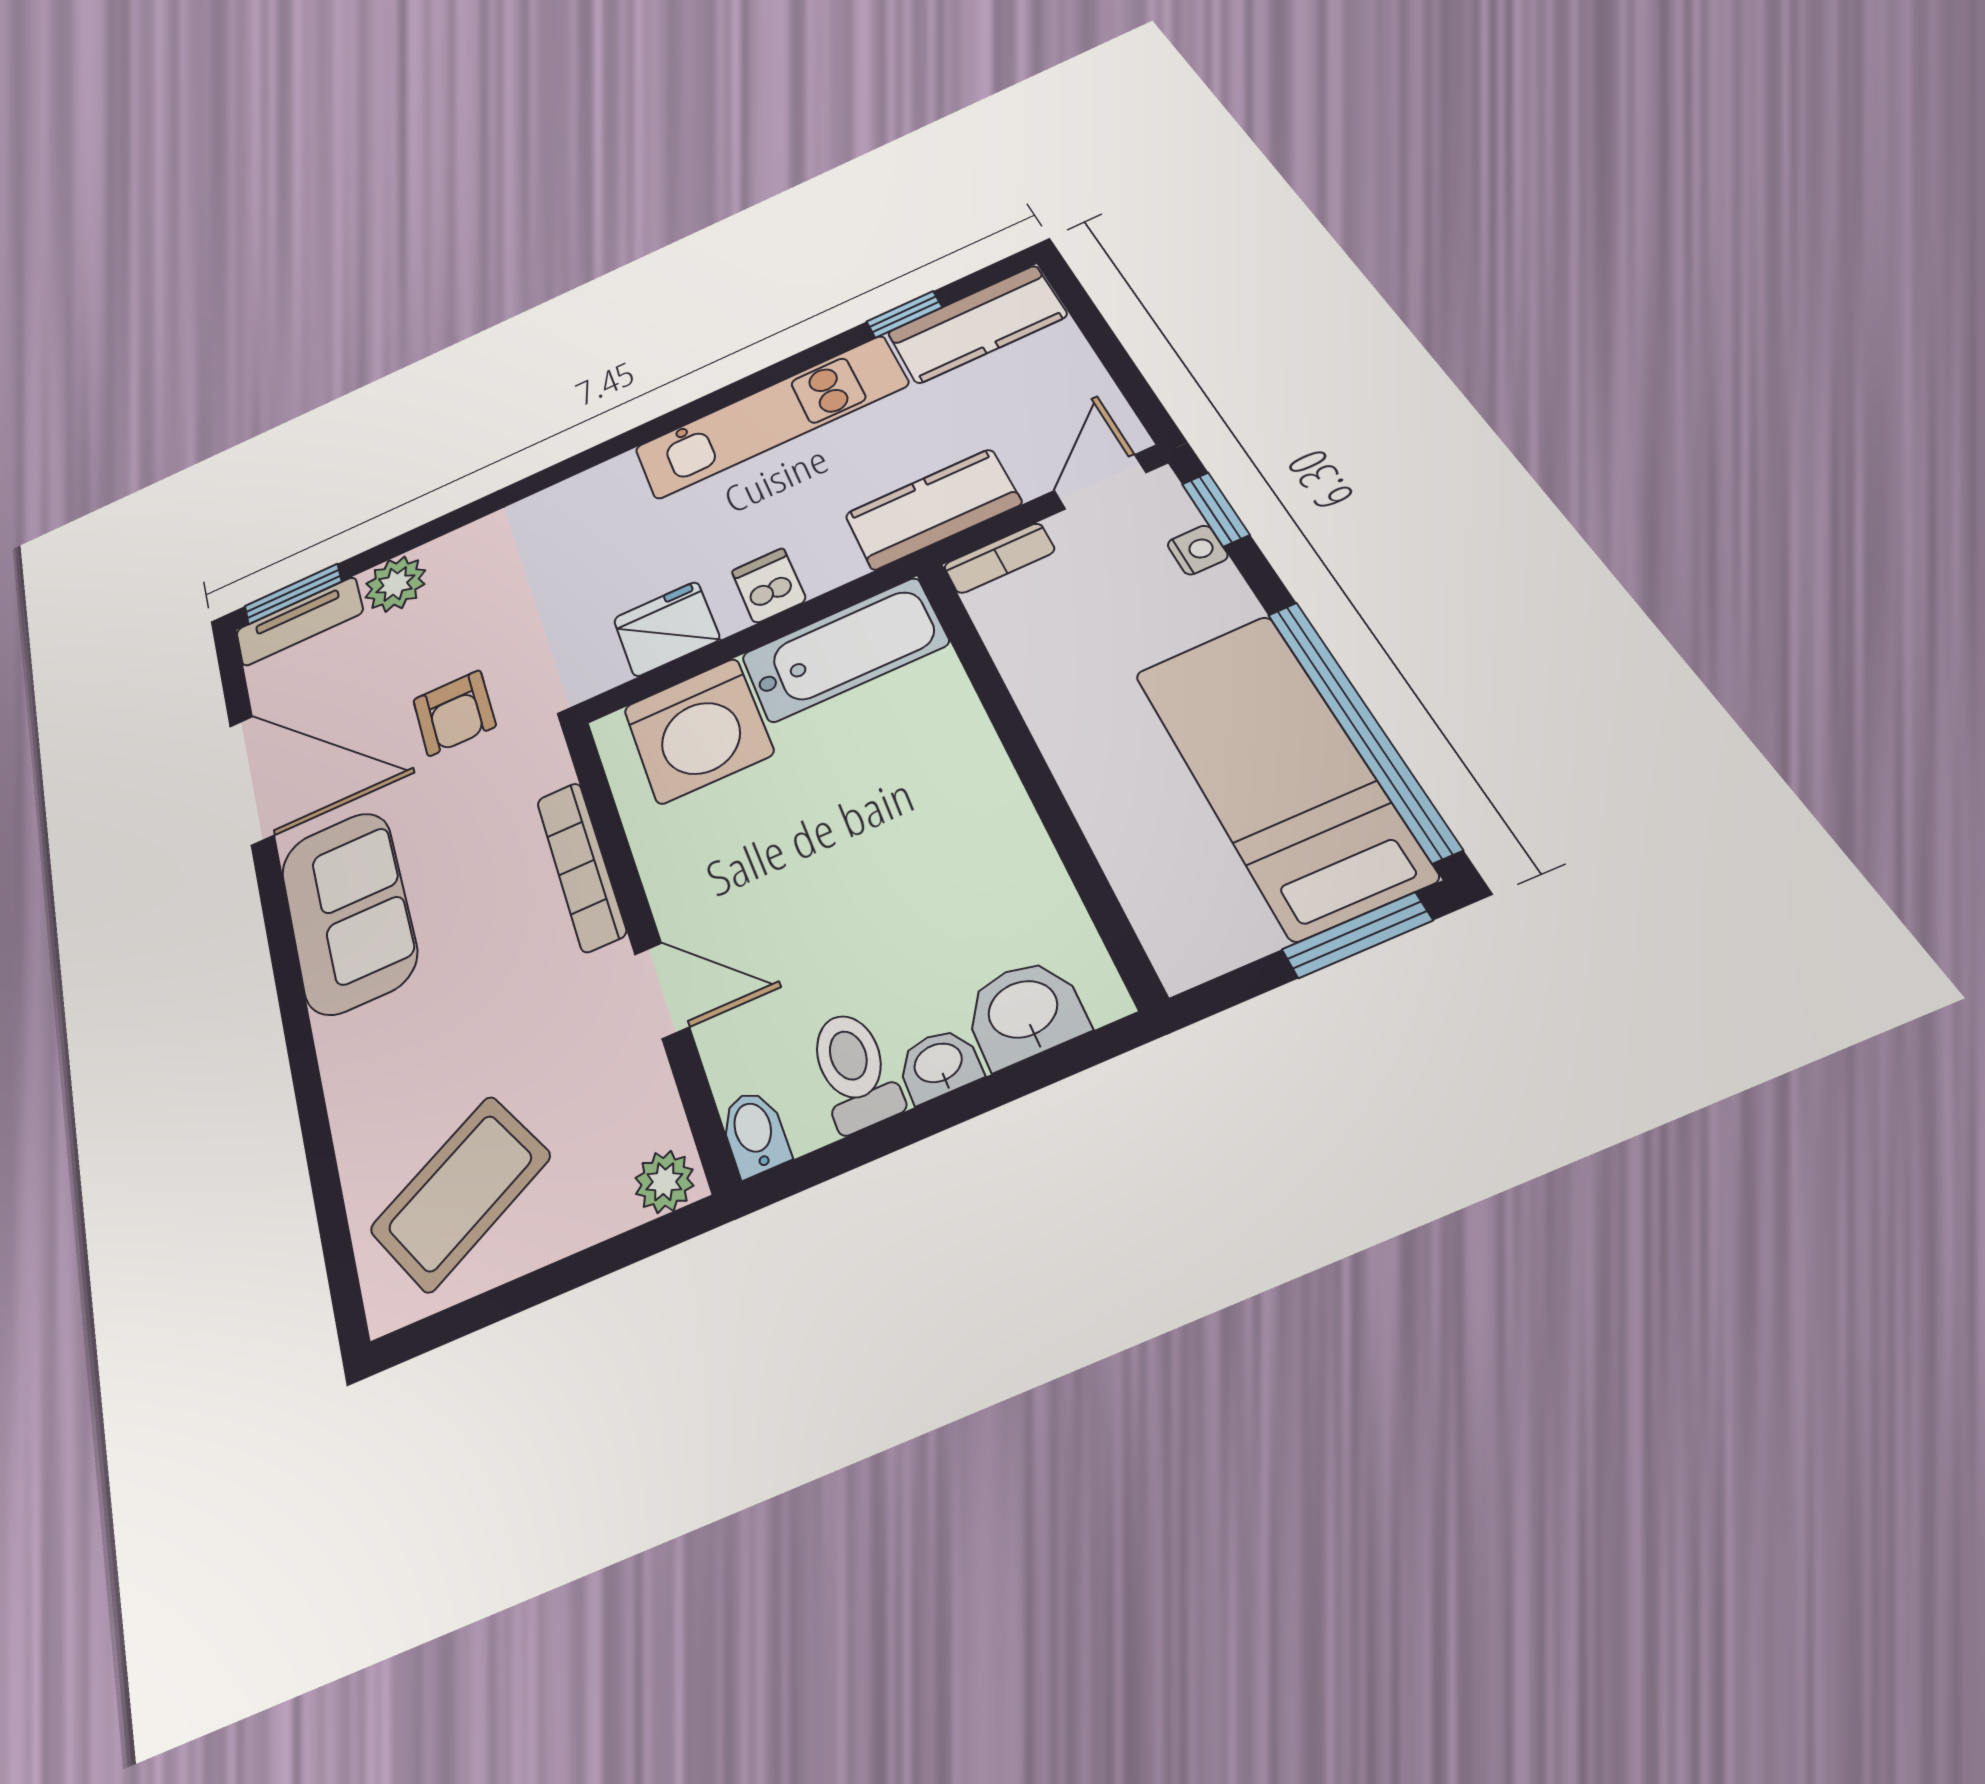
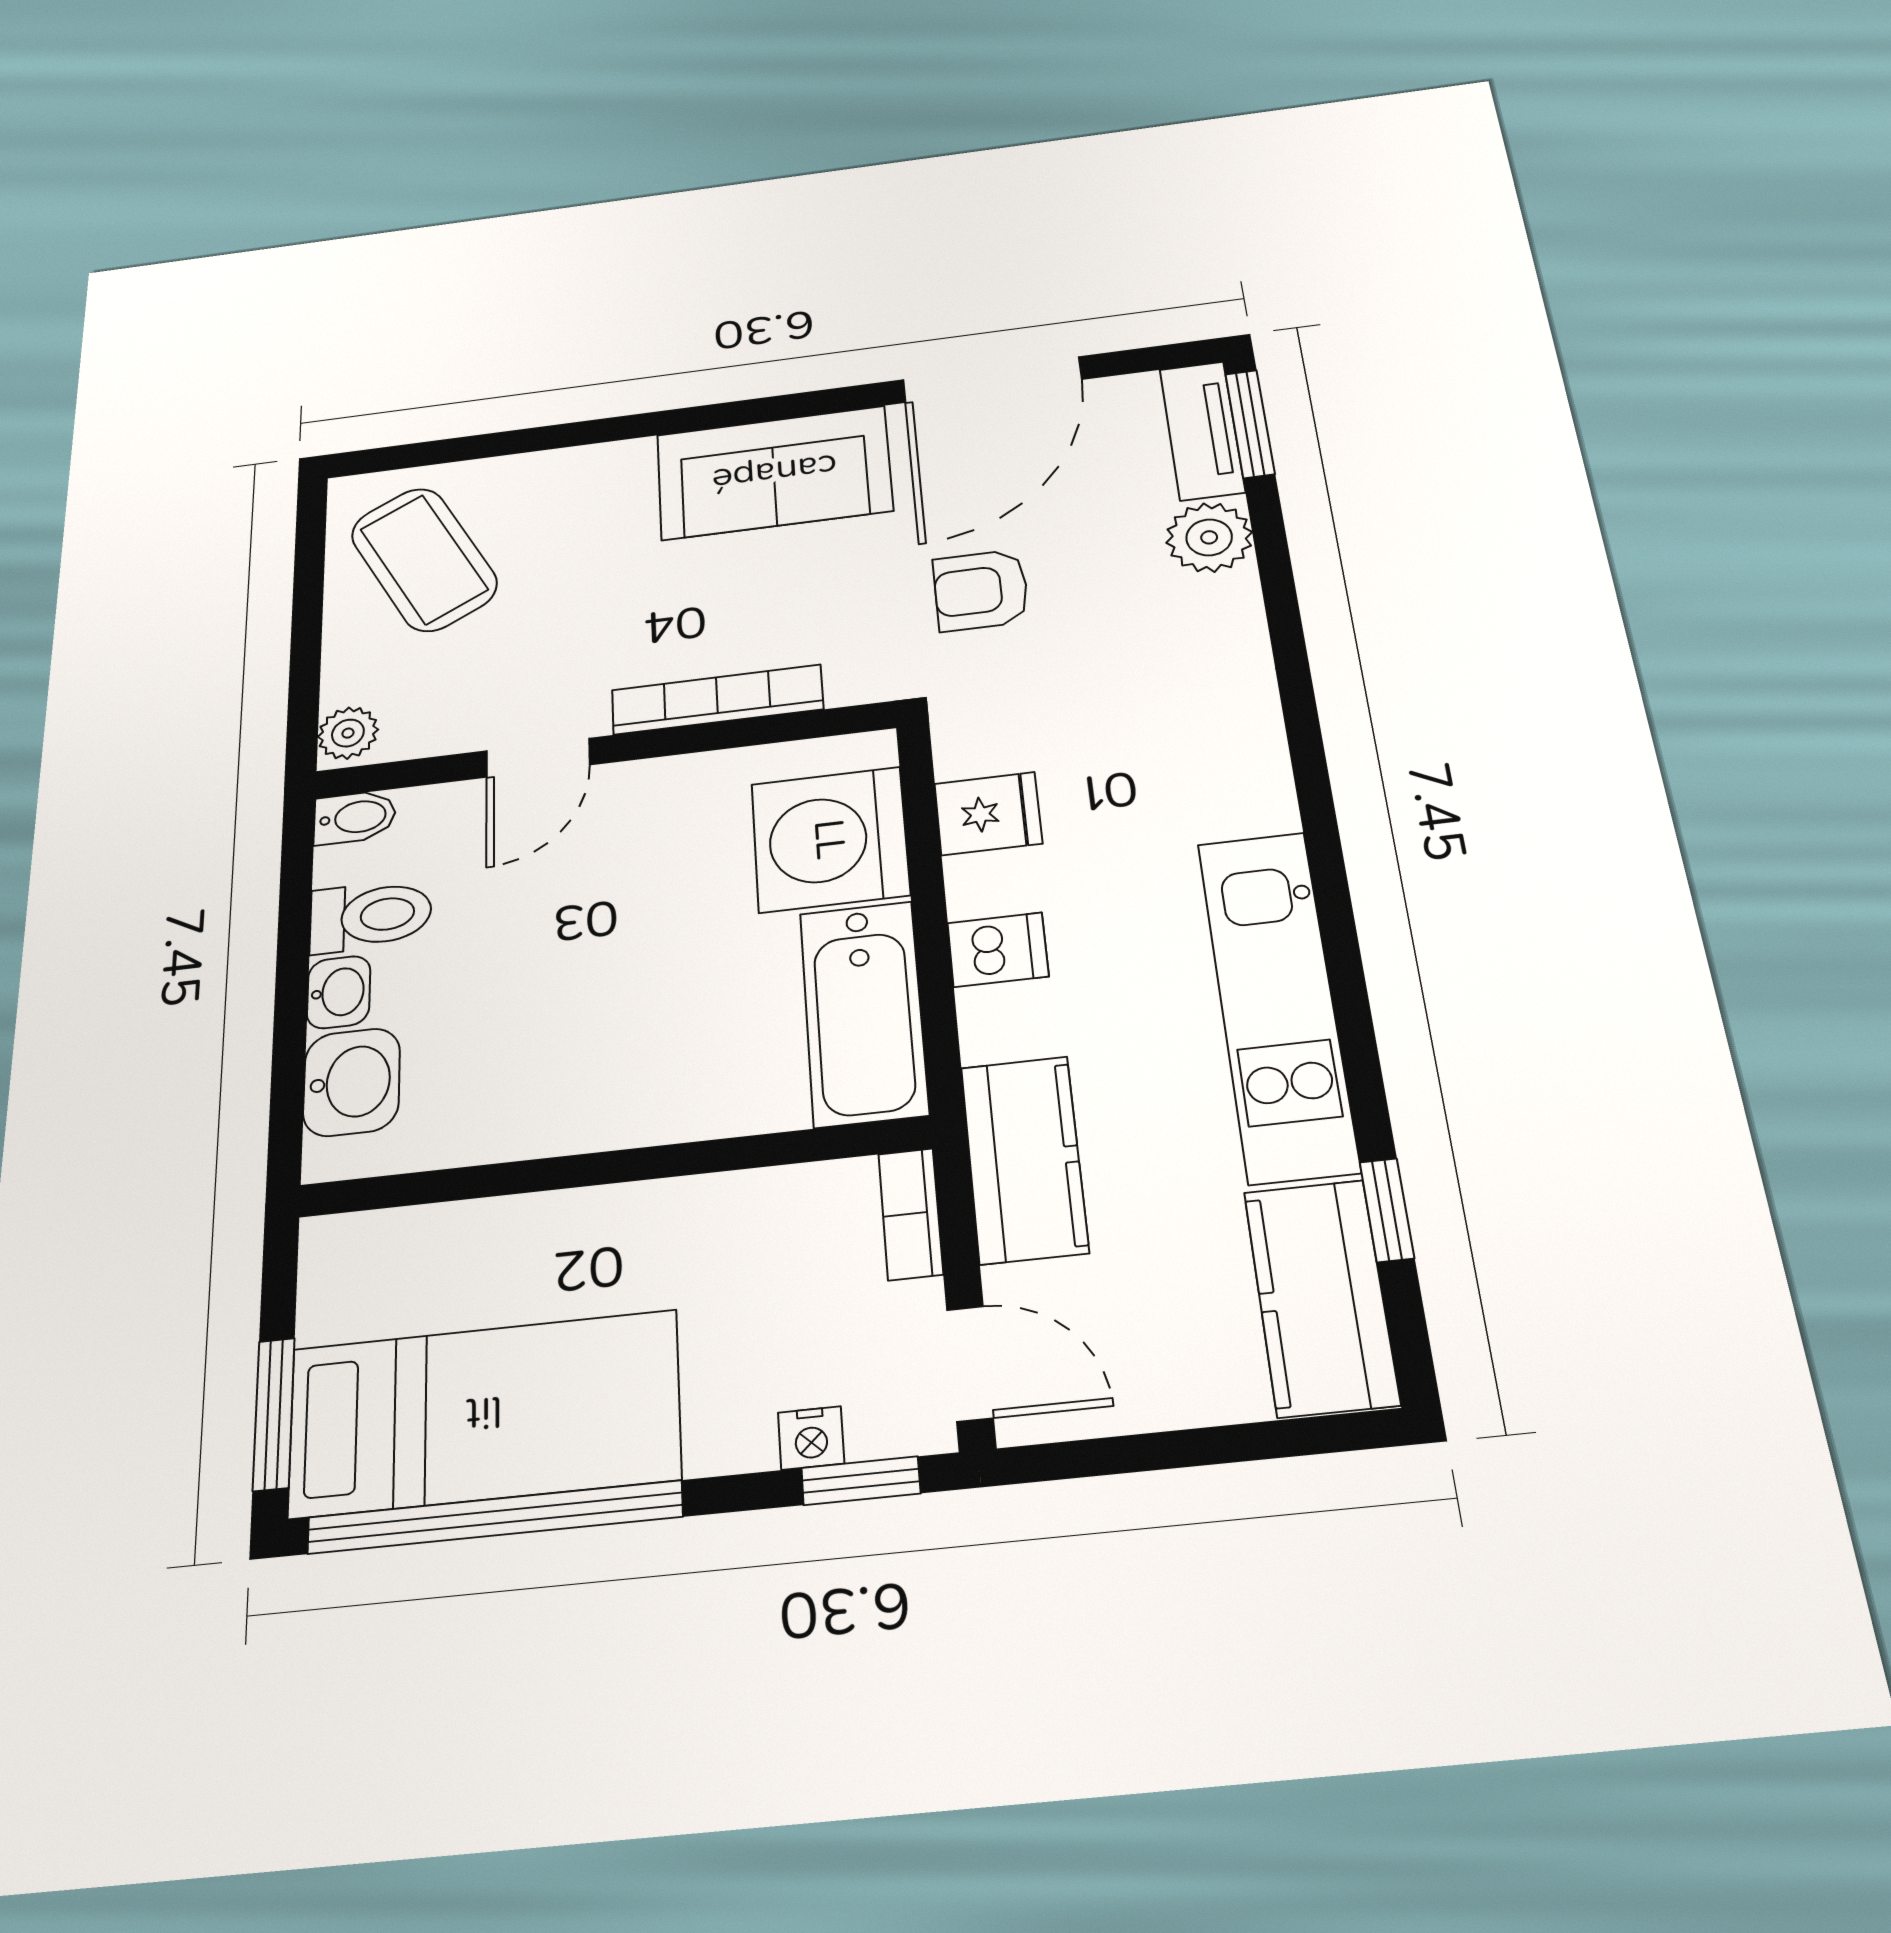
fridge: (666, 629) -> (988, 814), width x0.72

